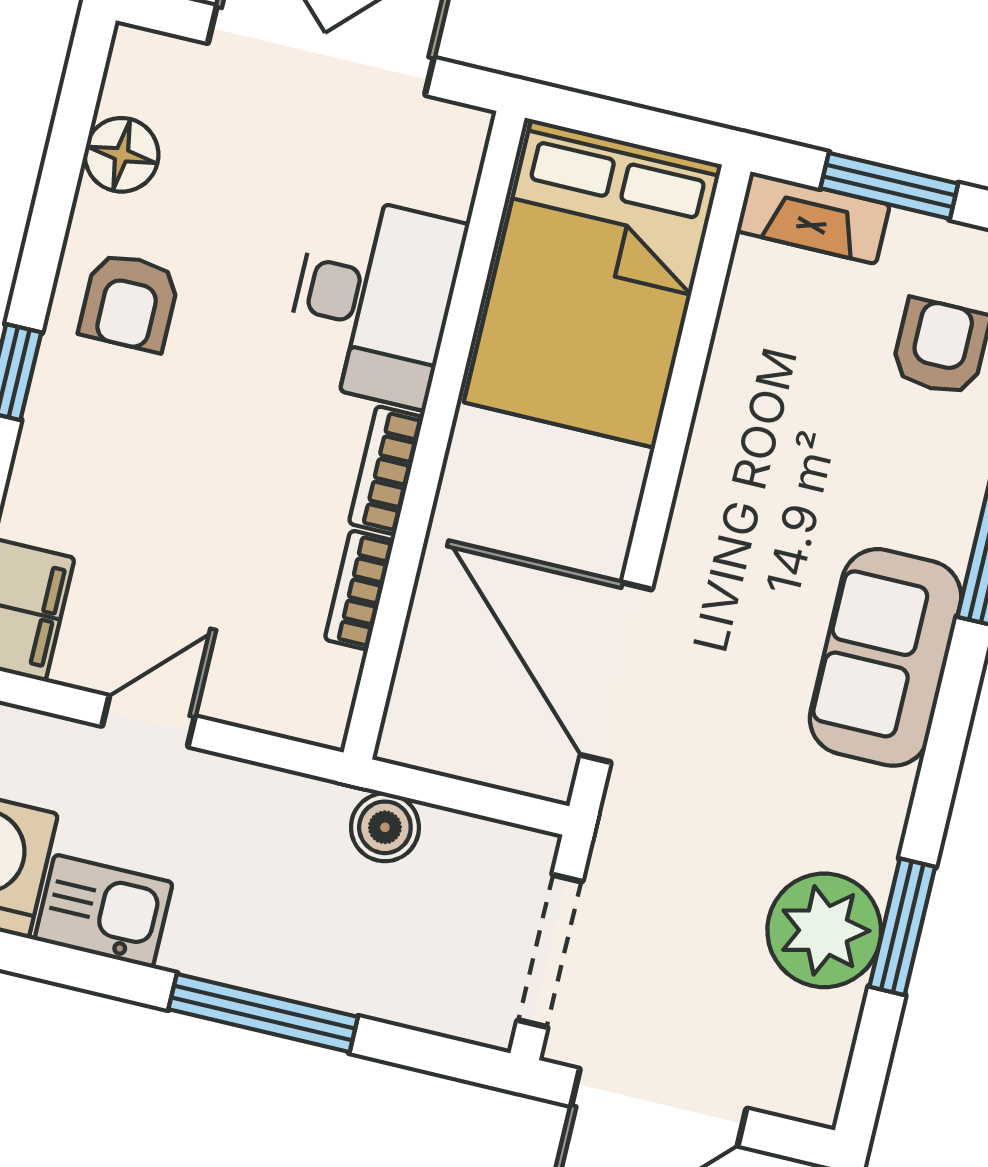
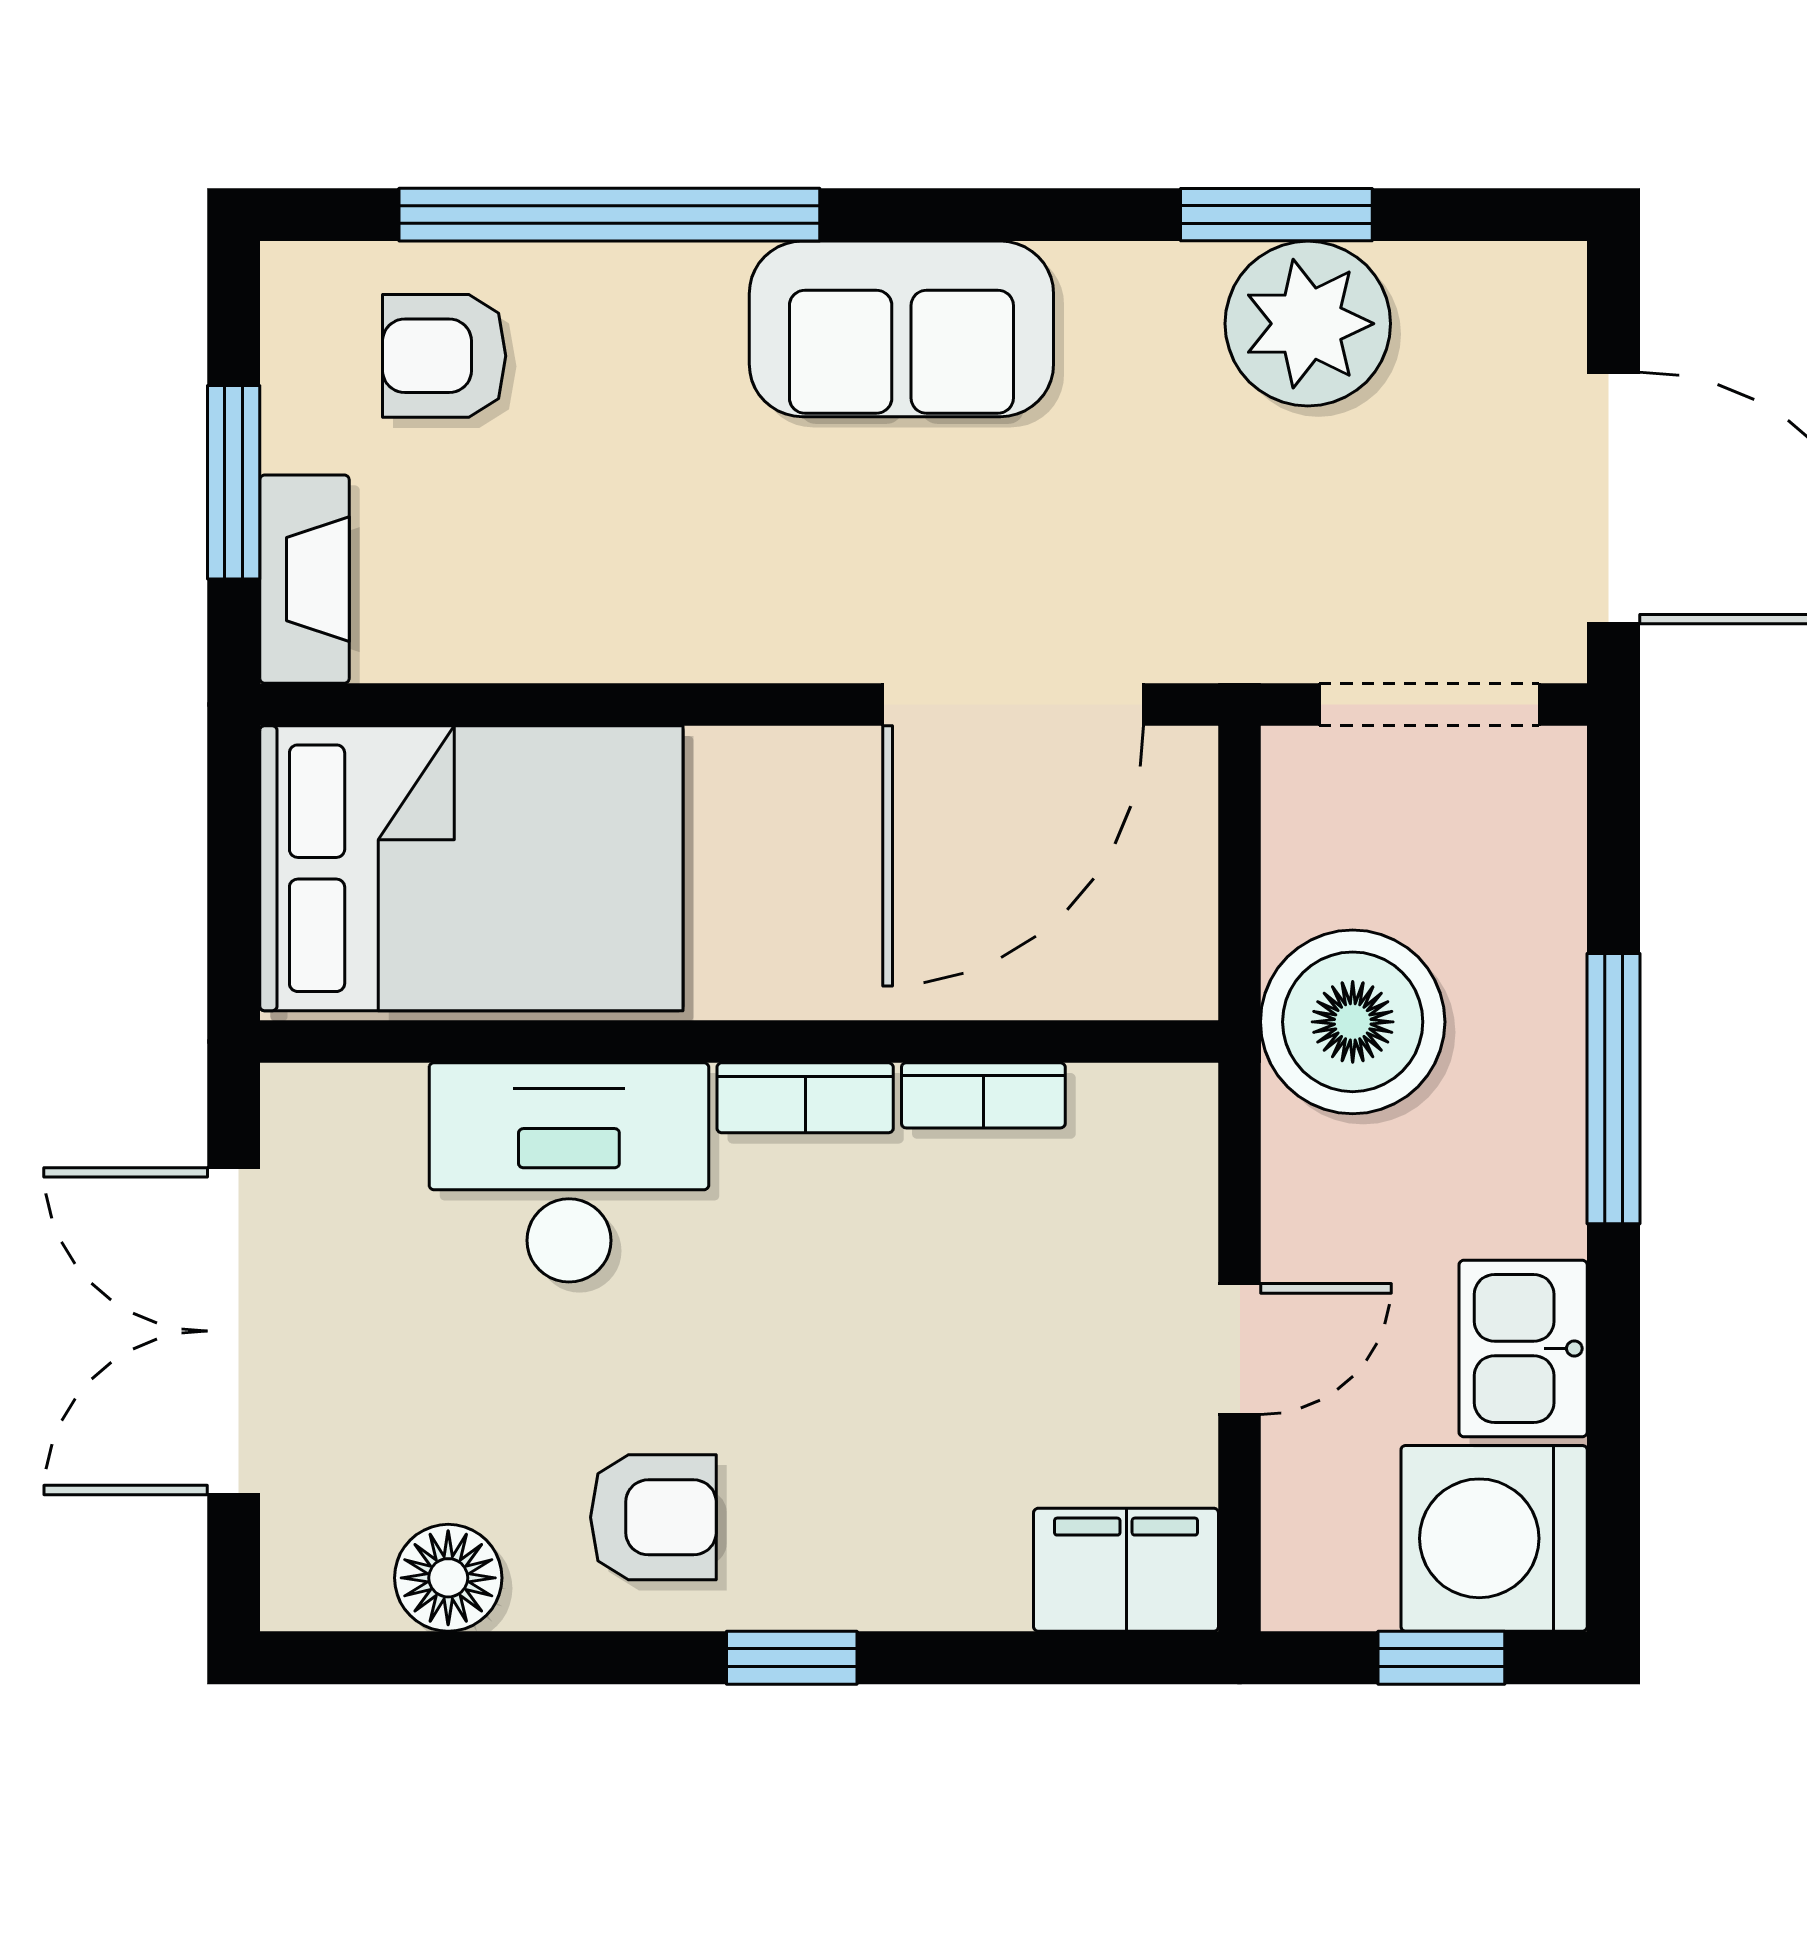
door: (148, 721) -> (1240, 1349), swing flipped
boiler: (385, 827) -> (1353, 1022), width x1.86, depth x1.86

